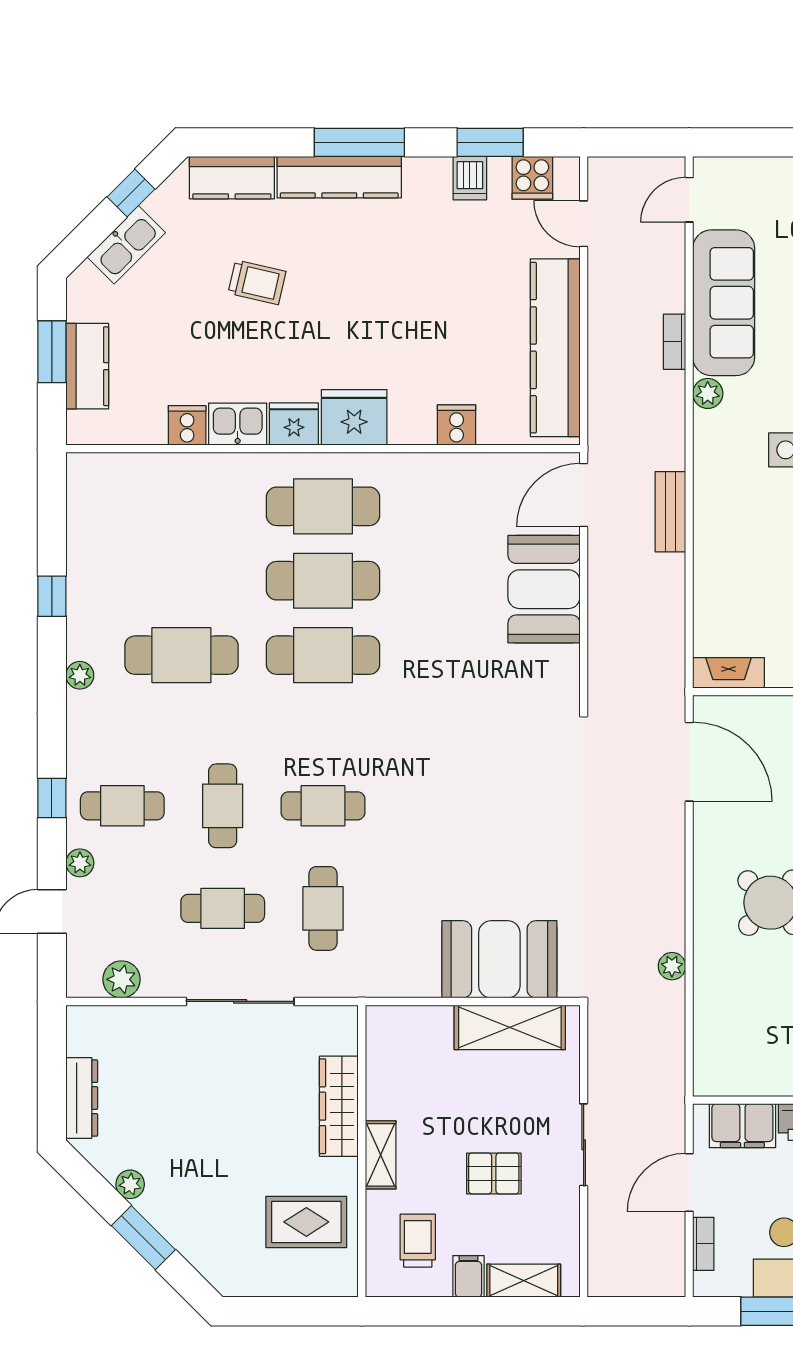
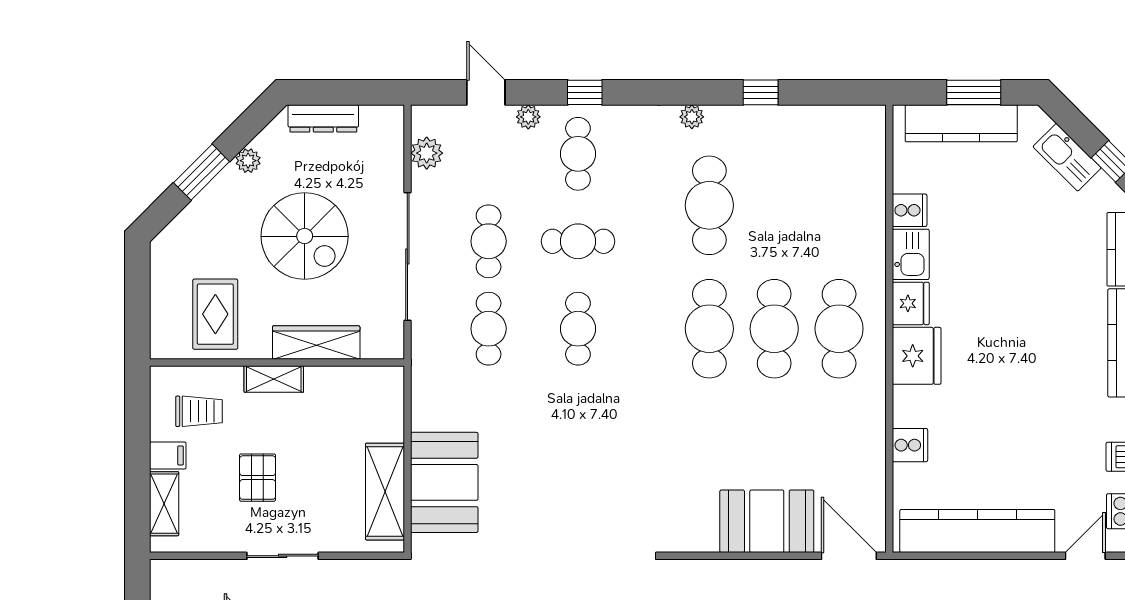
trolley: (257, 282) -> (1034, 271), removed
kitchen counter: (87, 366) -> (961, 123), width x1.50
cafe table: (323, 908) -> (489, 329), turned 90
sliding door: (240, 1001) -> (407, 257), width x1.36
spiral stairs: (217, 1120) -> (305, 236), added

